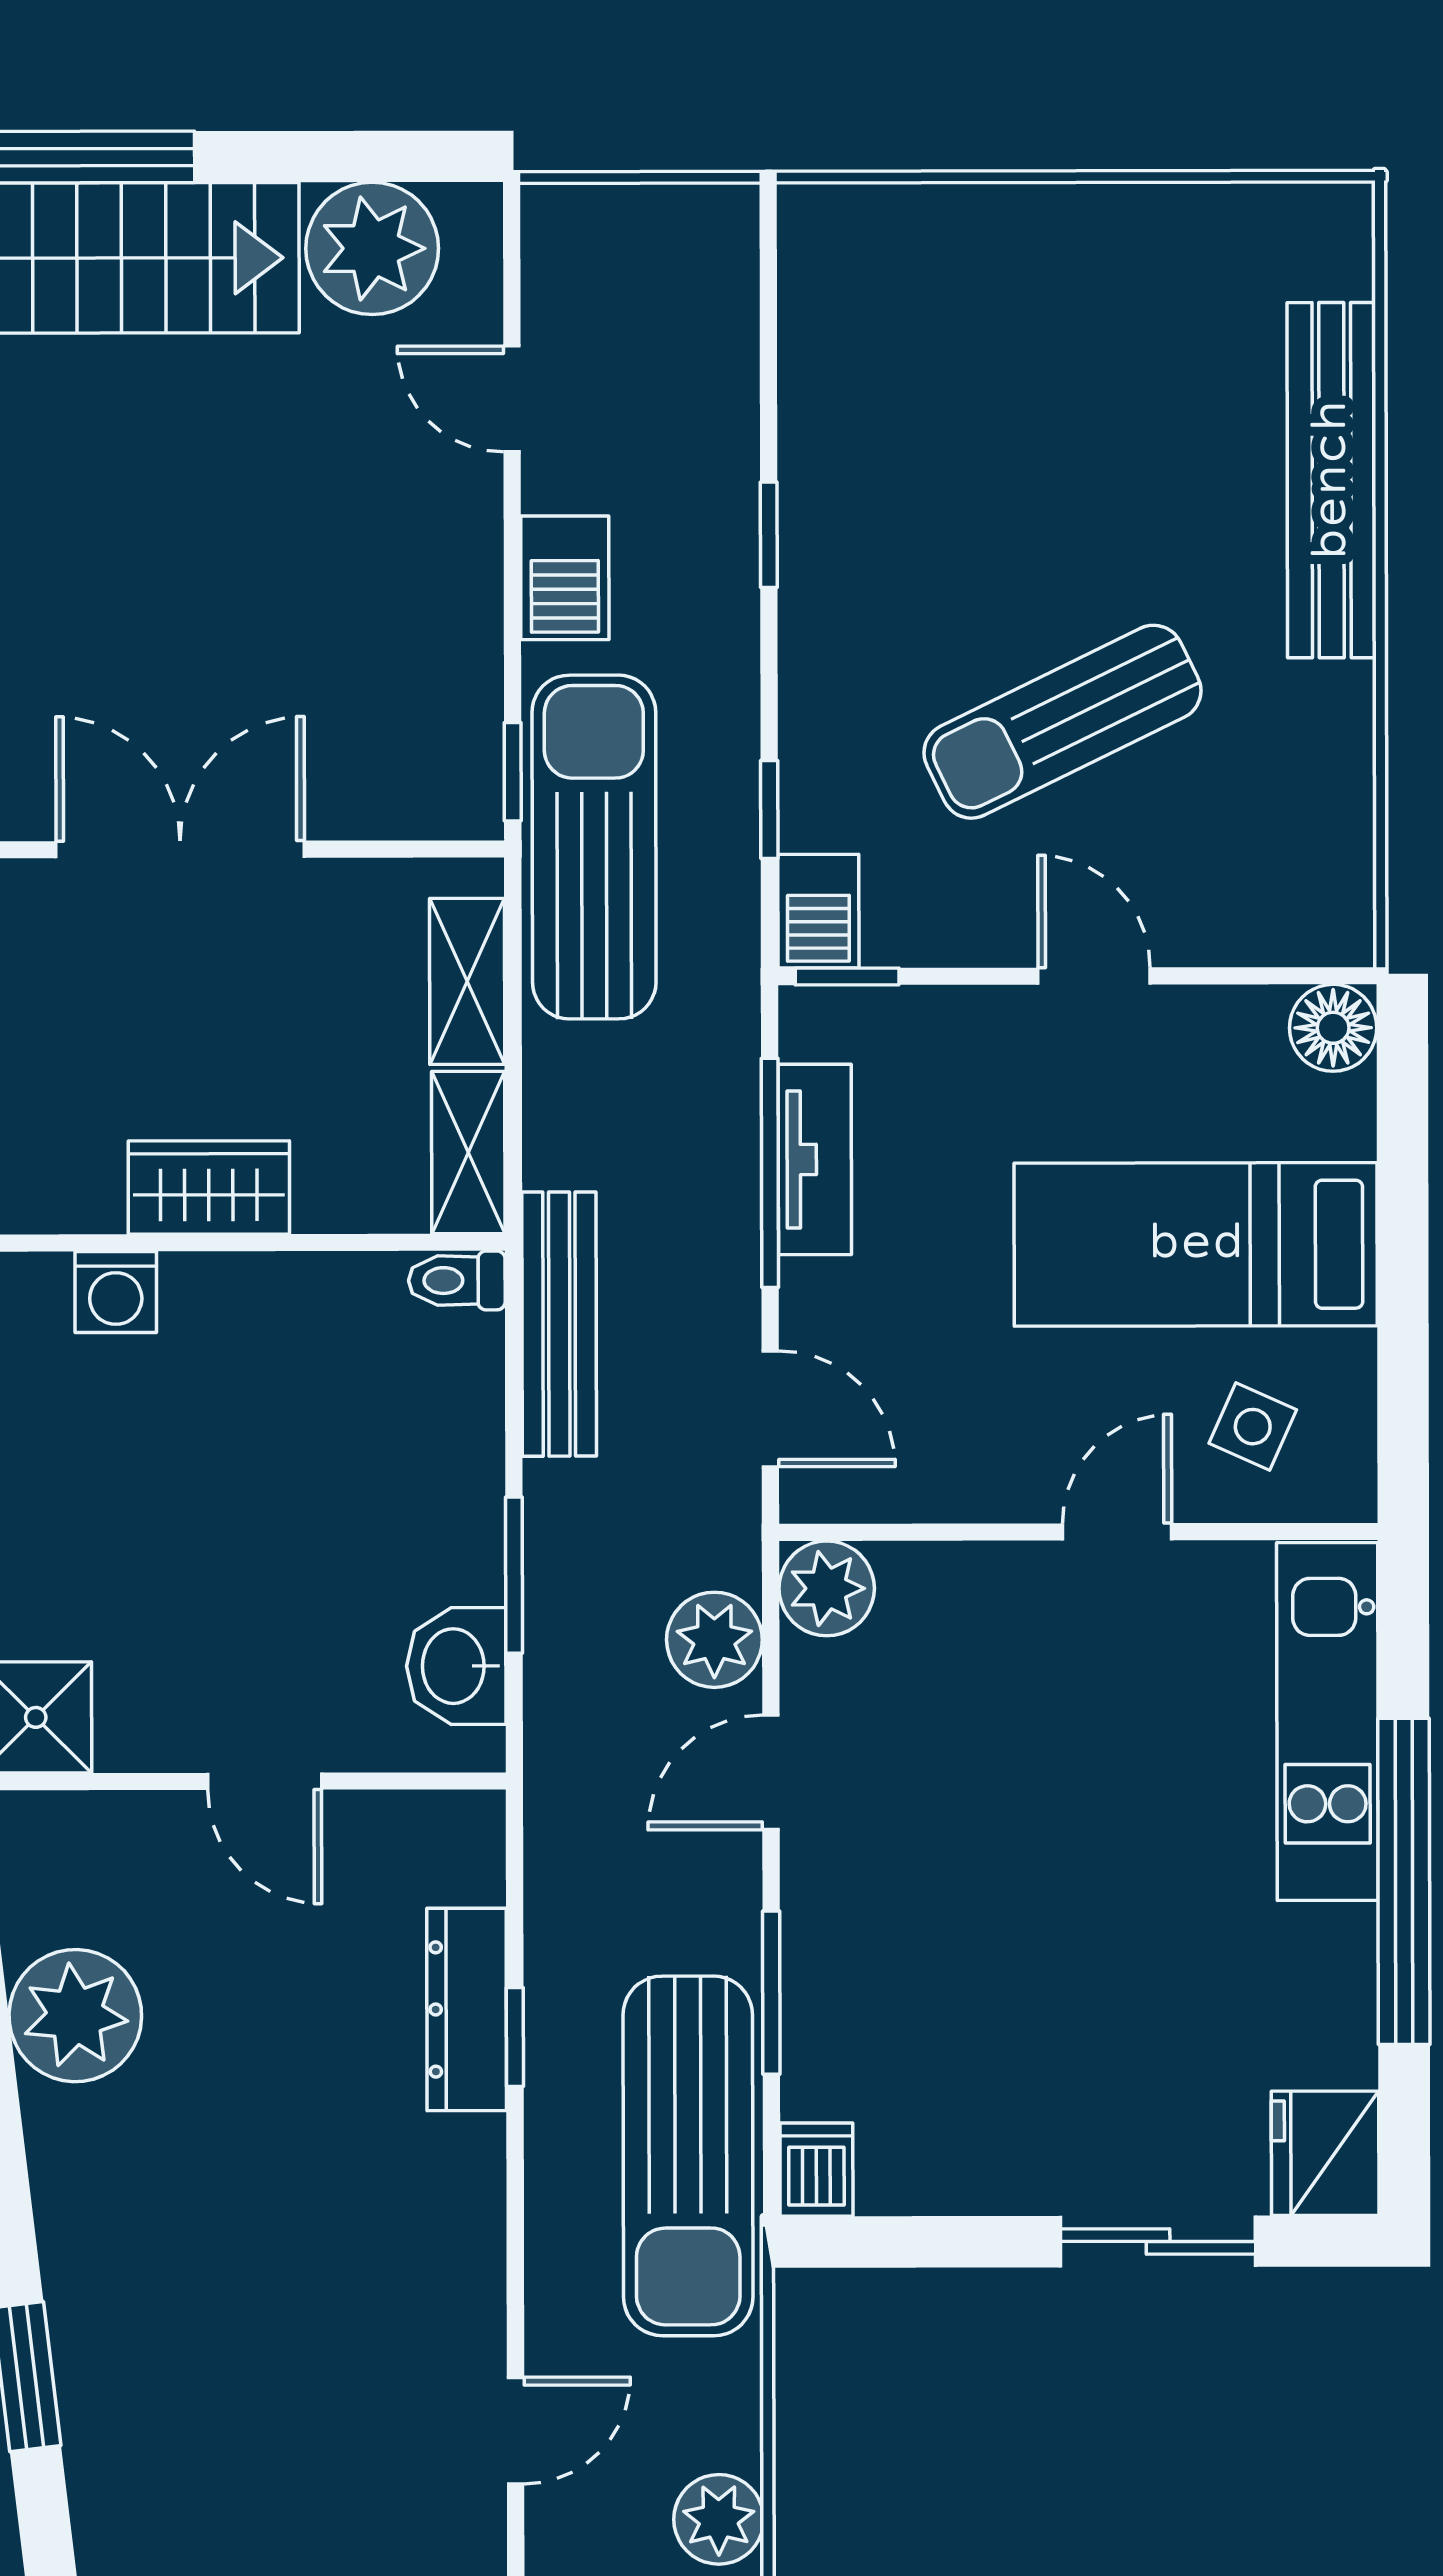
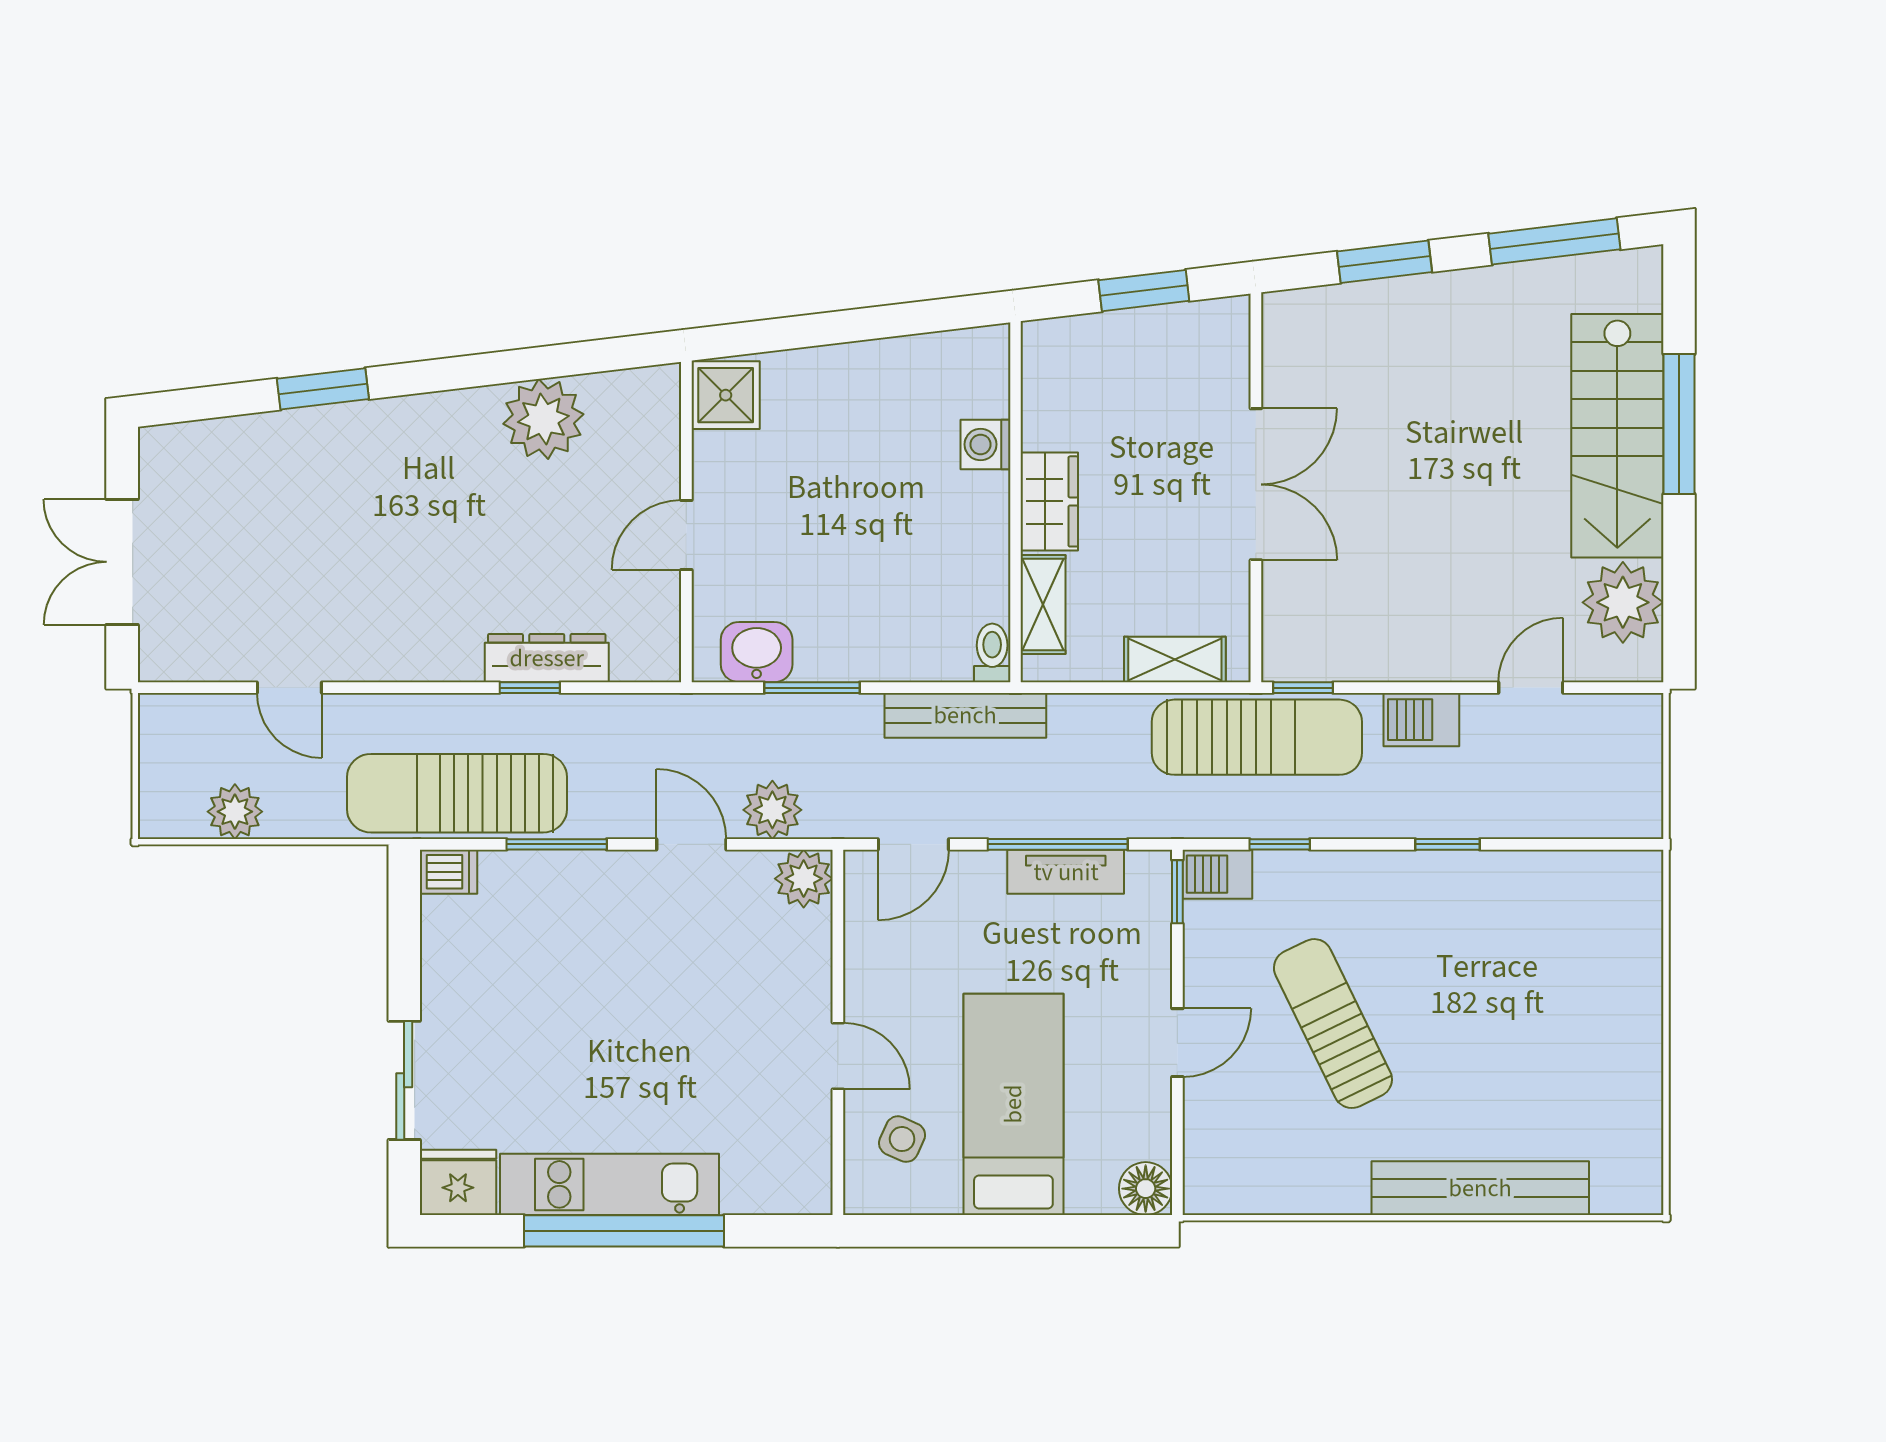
shelving: (468, 1152) -> (1043, 604), moved, turned 90
kitchen unit: (1327, 1721) -> (610, 1184), moved

